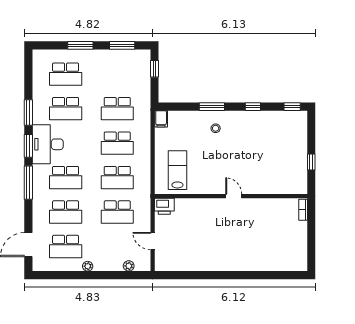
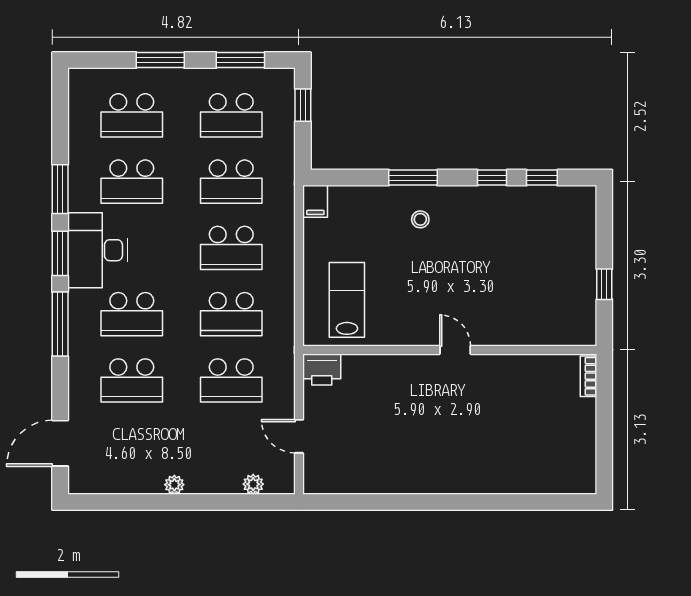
window: (292, 107) -> (542, 178), moved
school desk: (66, 246) -> (231, 115), moved

